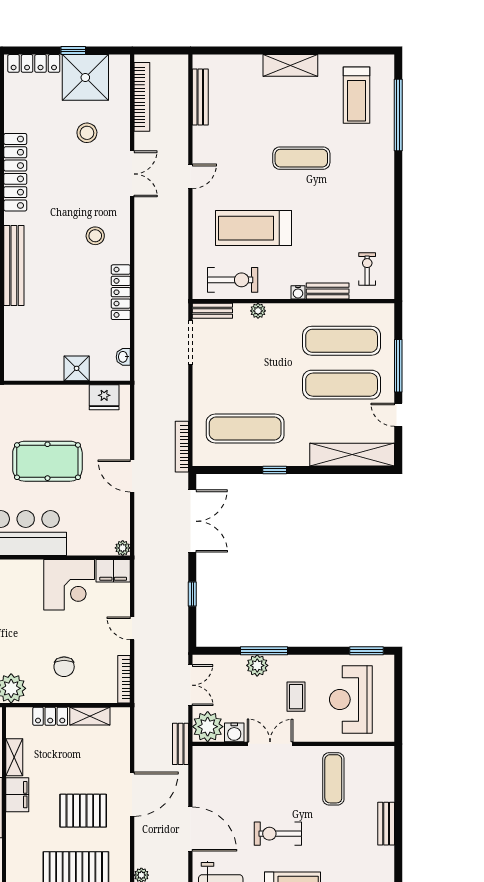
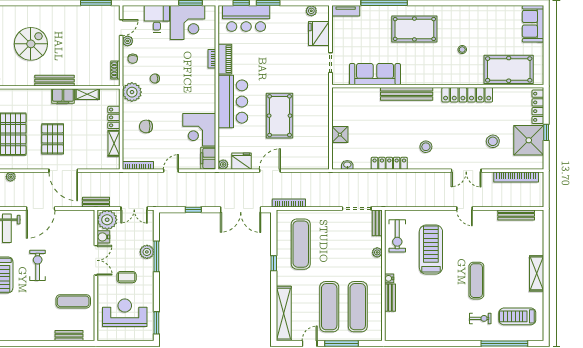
exercise bike: (367, 269) -> (480, 318), moved
fridge: (104, 397) -> (241, 161), moved, turned 90
bench: (386, 824) -> (69, 336), moved

